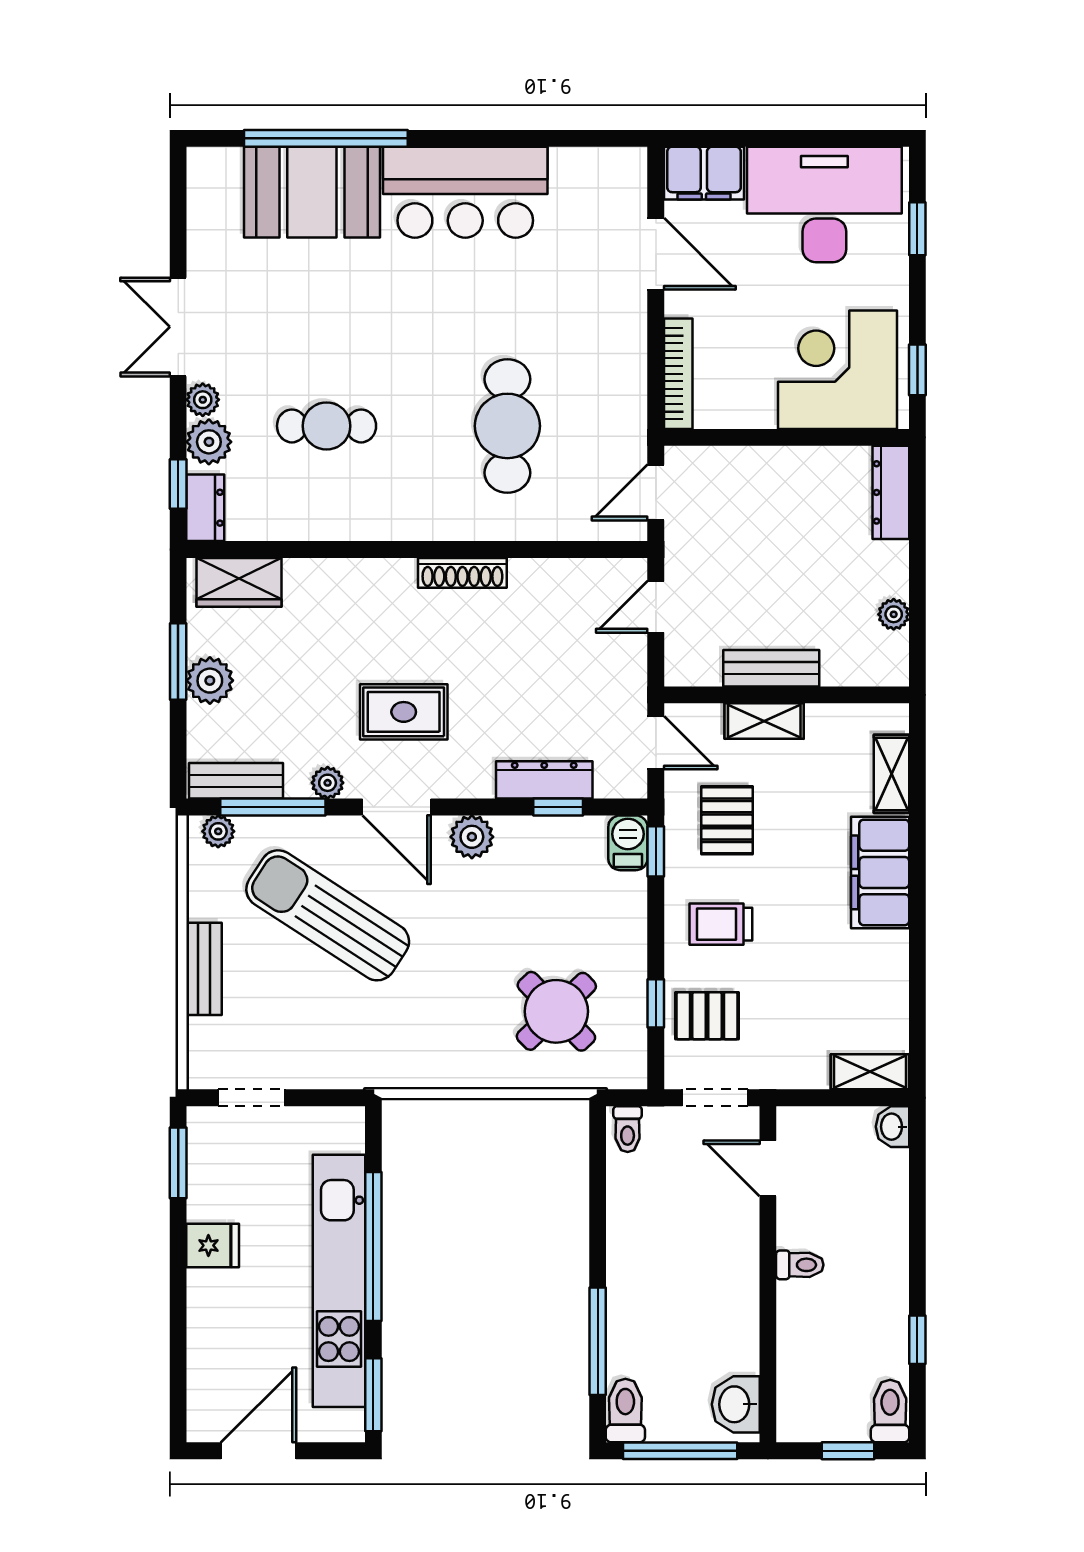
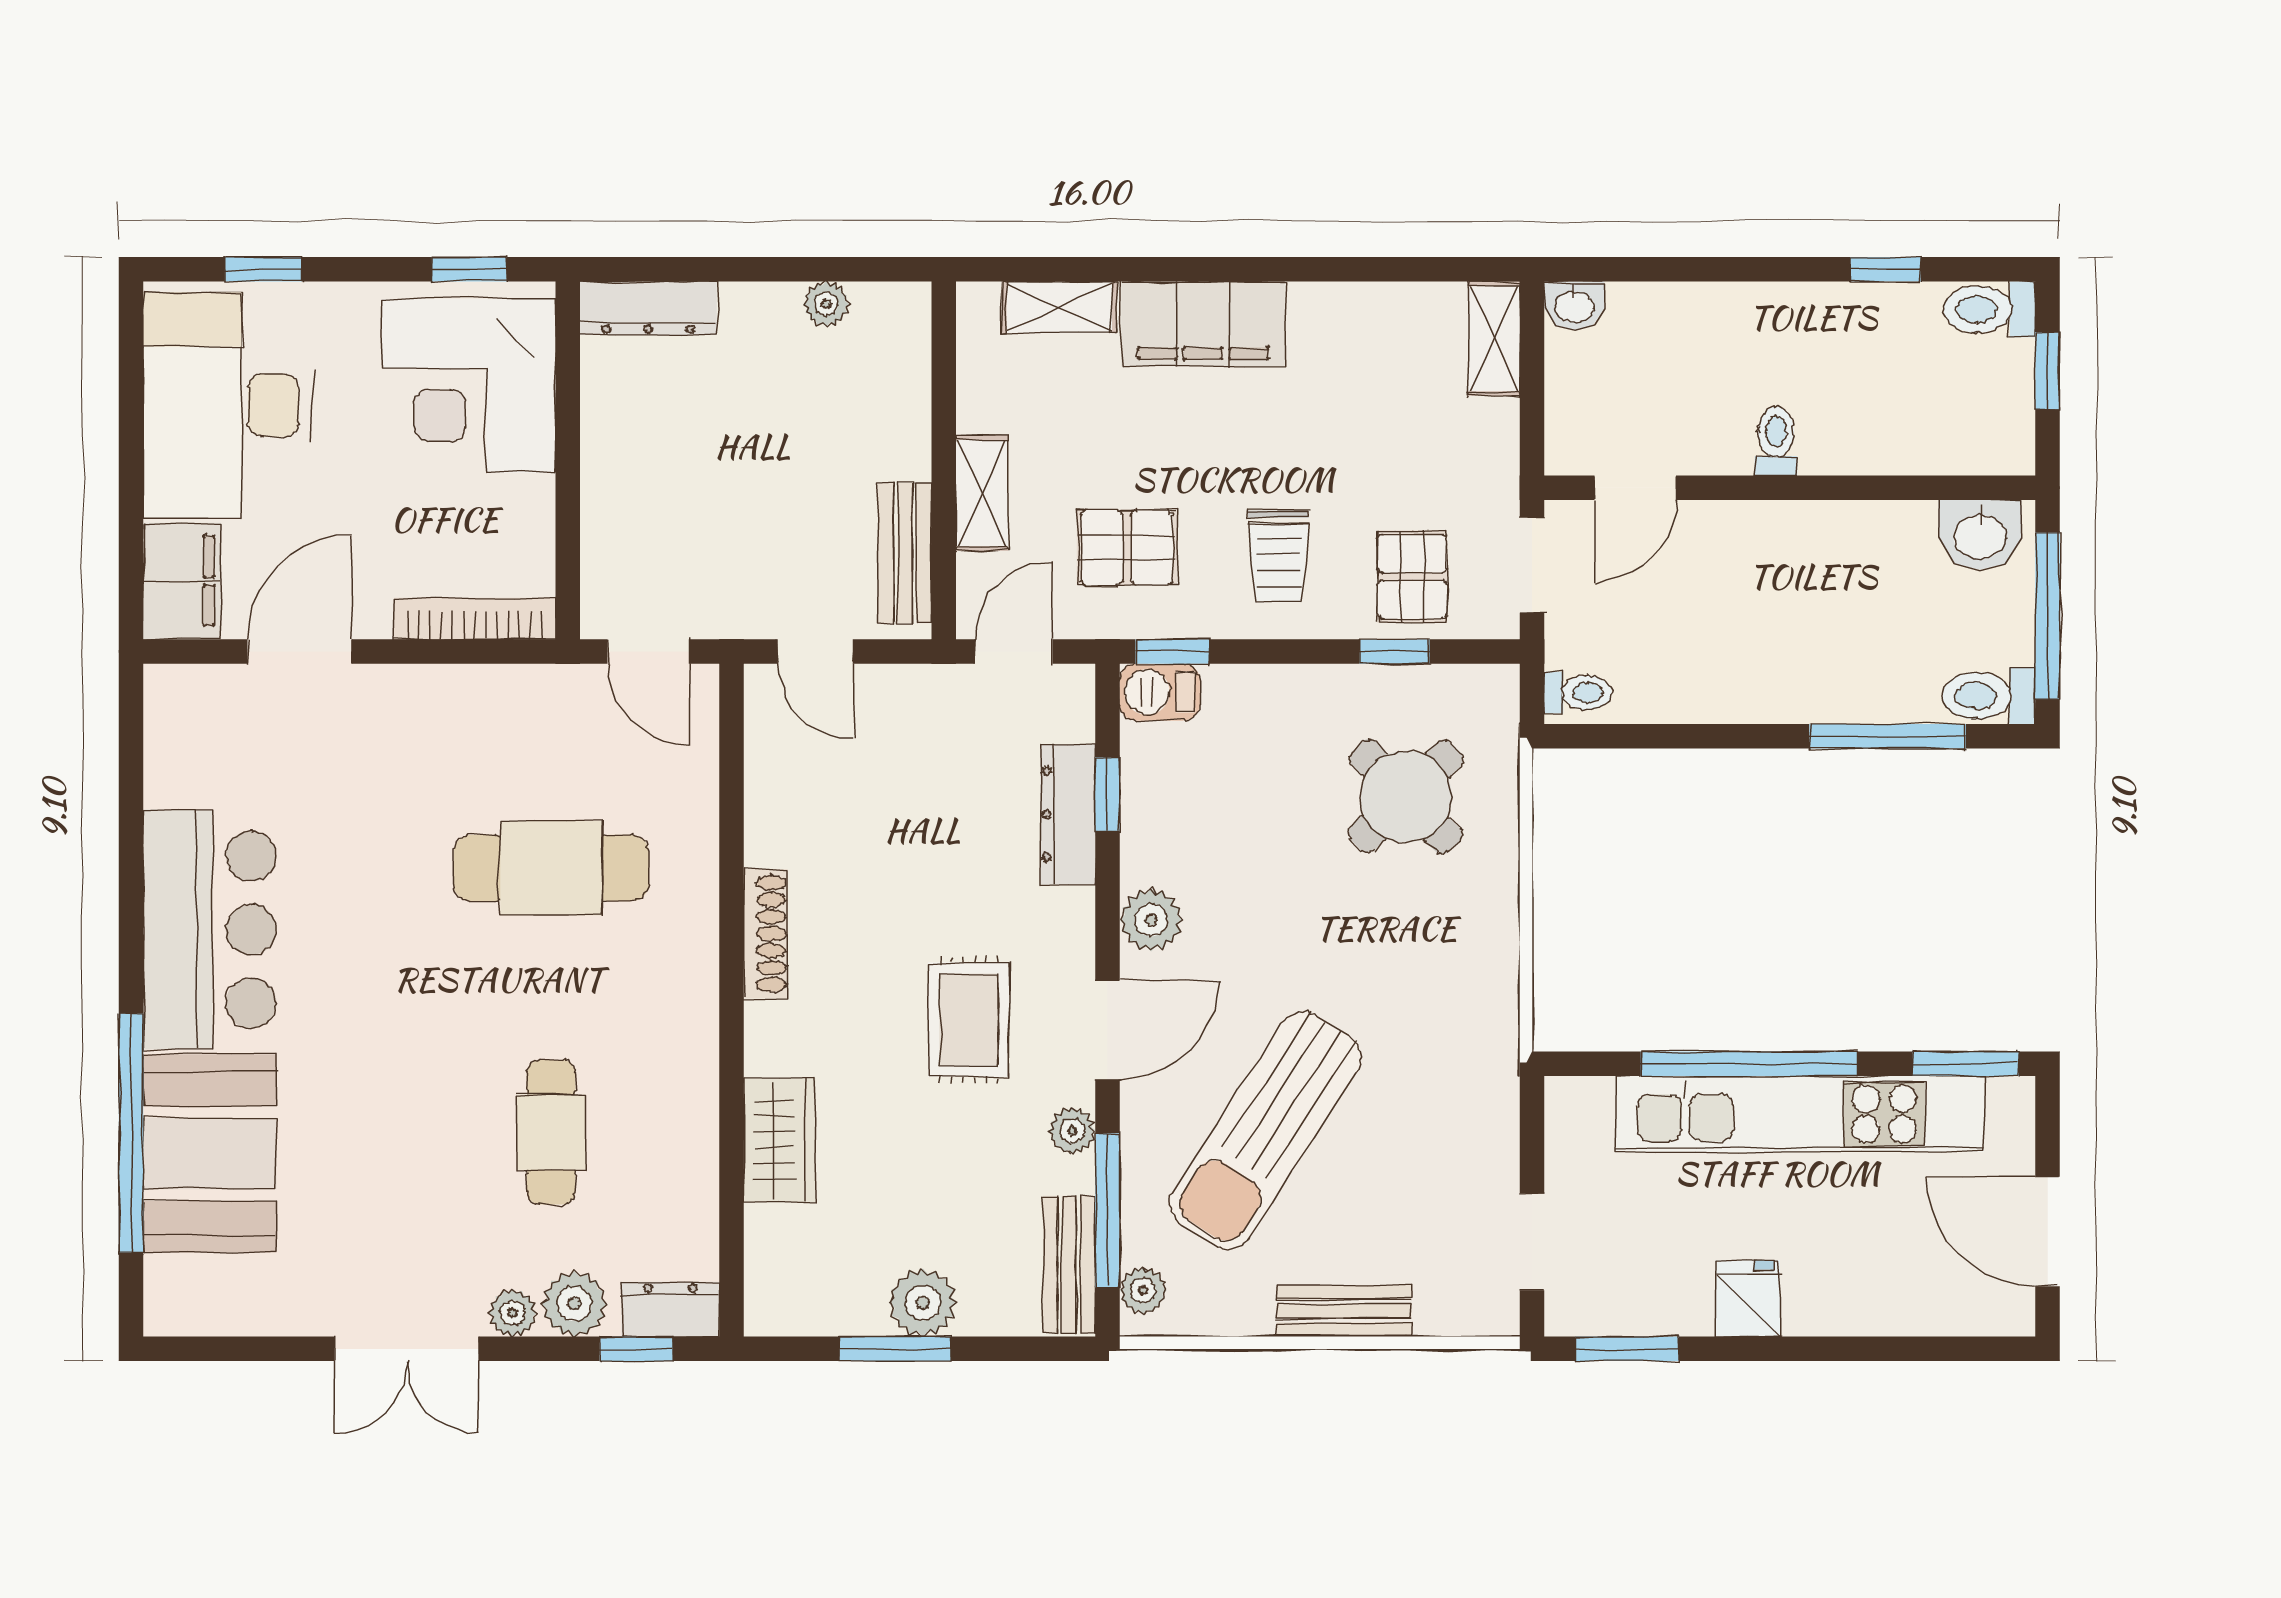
wardrobe: (239, 582) -> (780, 1140), moved
bench: (771, 668) -> (905, 553), moved

